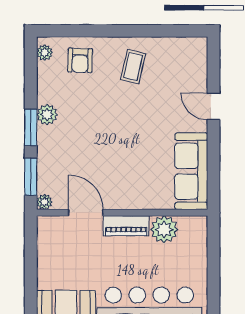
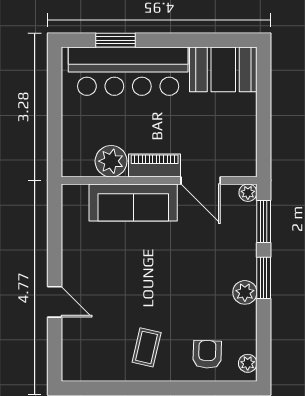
sofa: (191, 171) -> (133, 202), moved, turned 90

